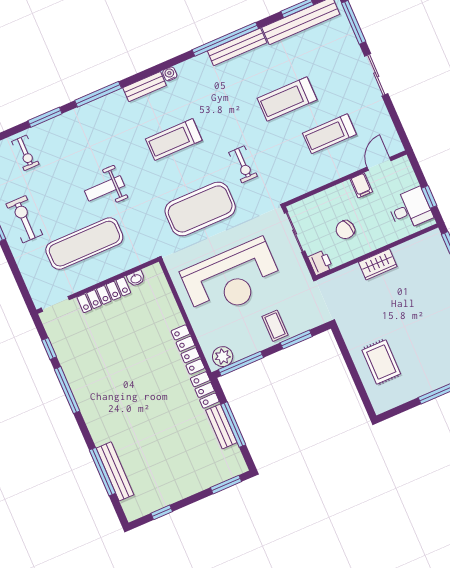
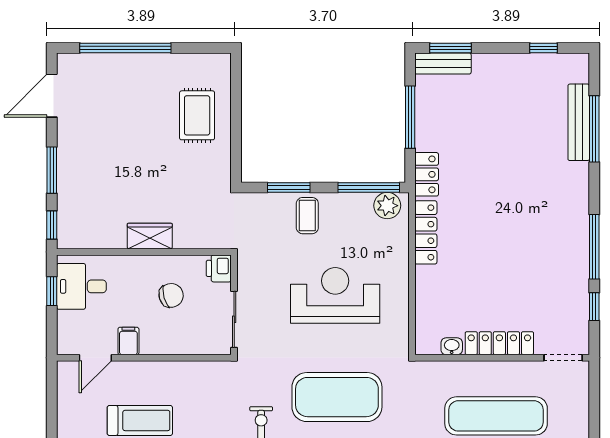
reception desk: (232, 279) -> (335, 295), width x0.74, depth x0.77
bench: (221, 426) -> (443, 63), moved, turned 90

